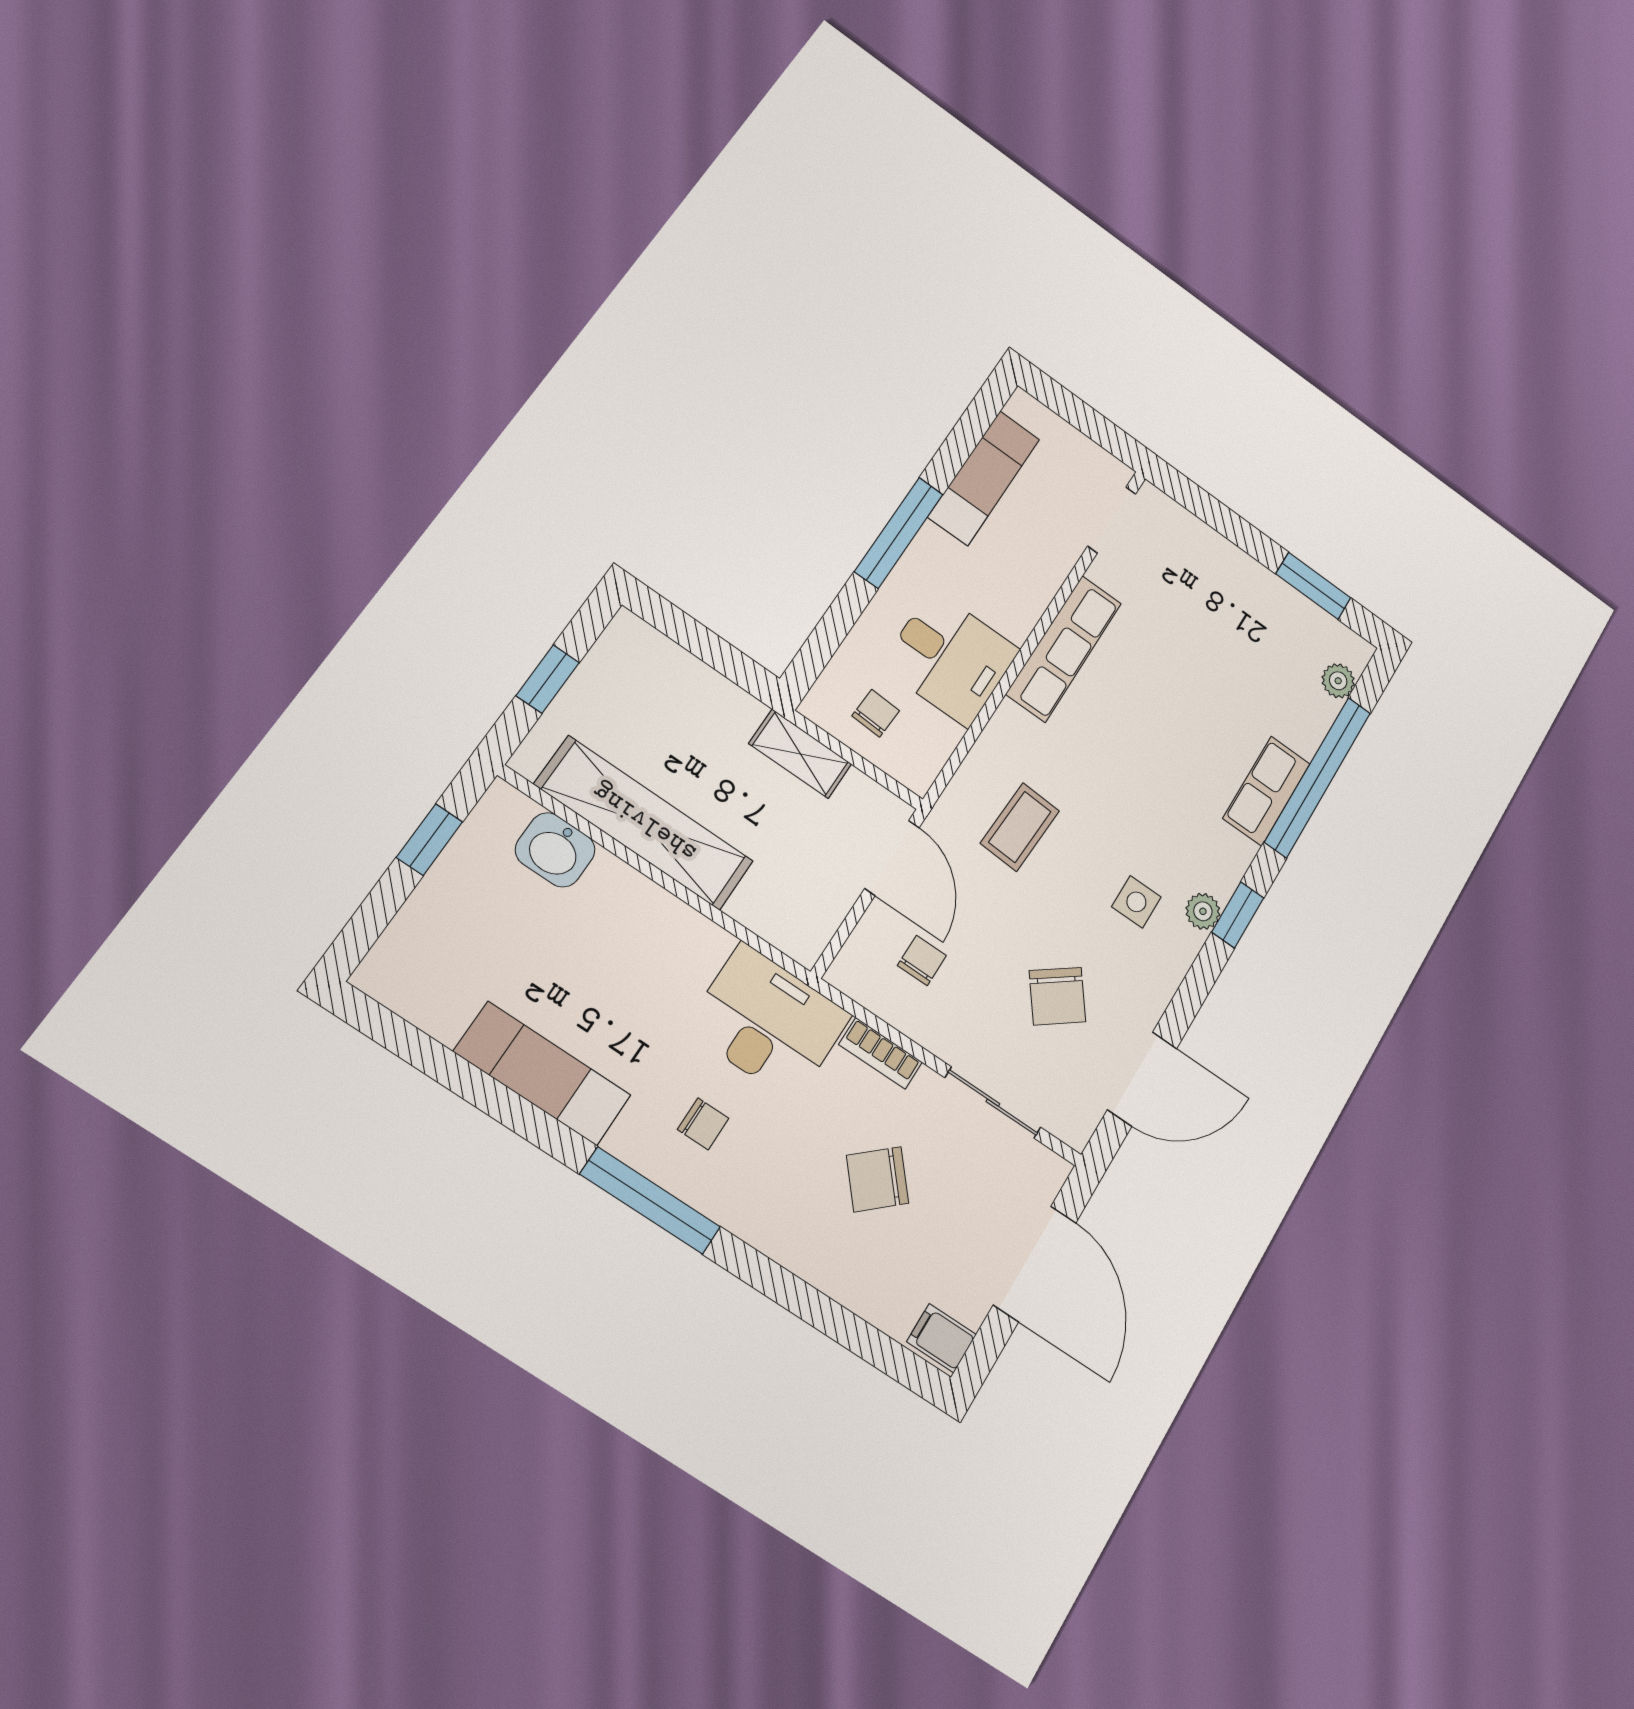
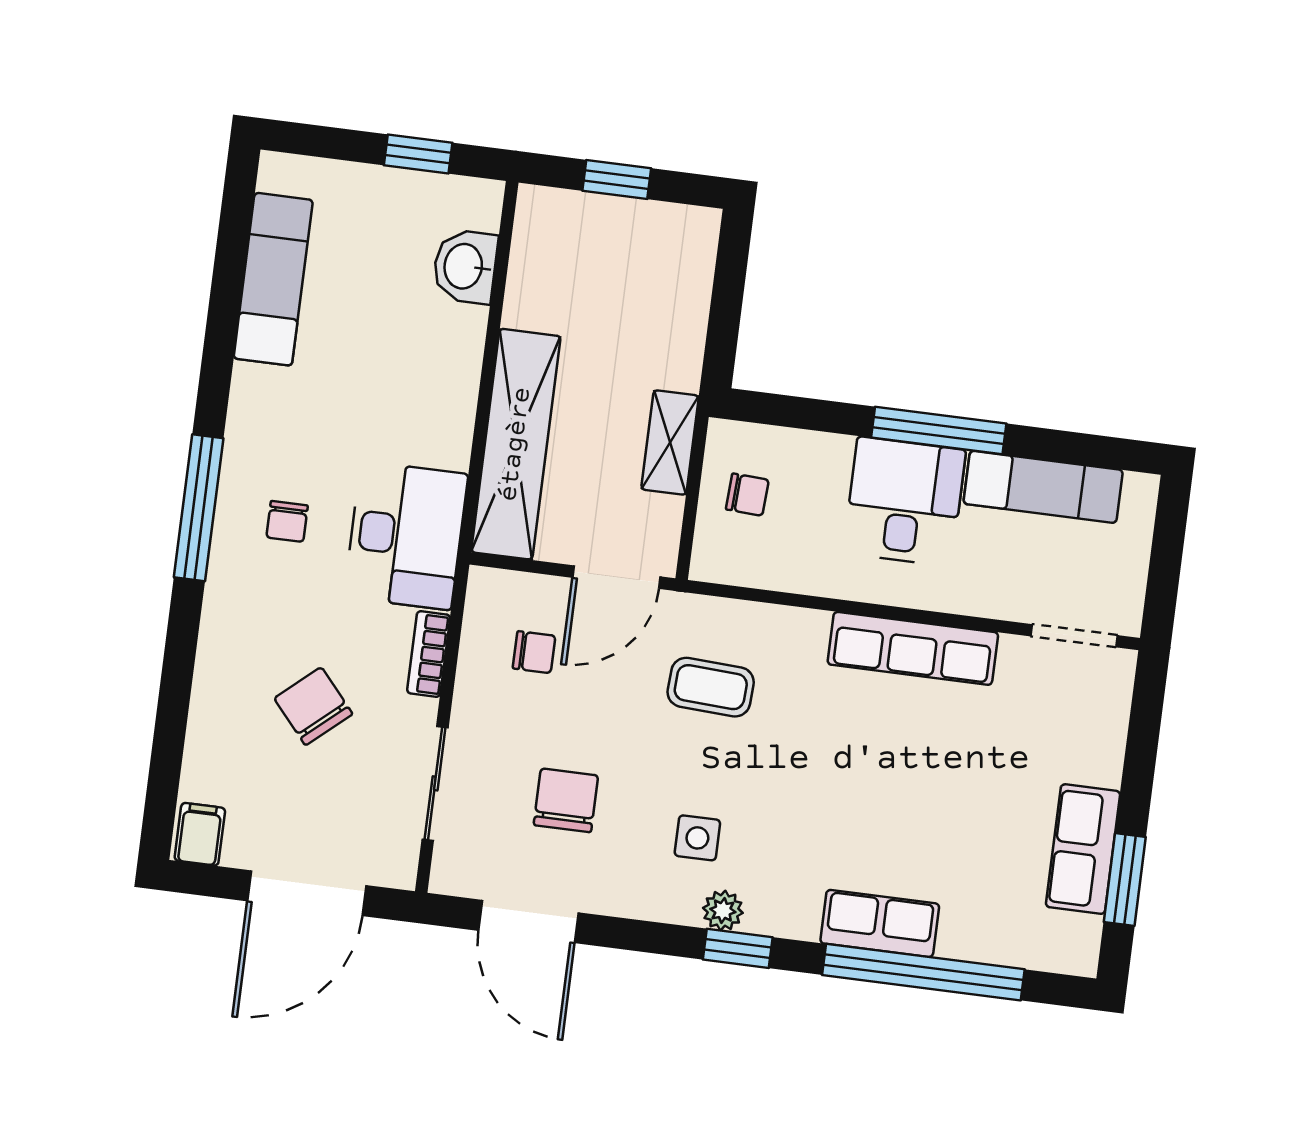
row of seats: (1277, 604) -> (1083, 849), added
desk: (950, 658) -> (904, 501), moved, turned 180
plant: (1338, 681) -> (1037, 951), removed
shelving: (644, 823) -> (516, 444), moved
chair: (1057, 996) -> (566, 800), turned 127
exam couch: (542, 1073) -> (273, 279), moved

